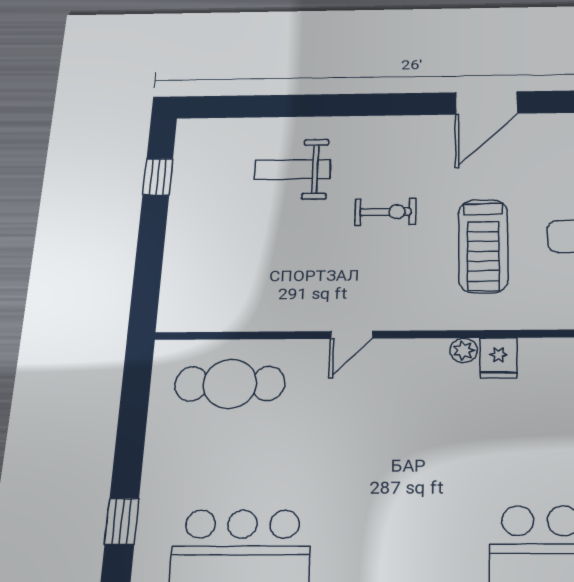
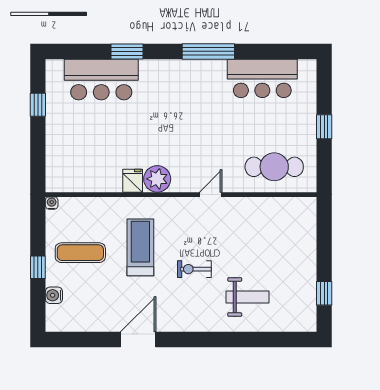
plant: (464, 350) -> (157, 179), width x1.88, depth x1.88
window: (122, 522) -> (324, 127), moved

